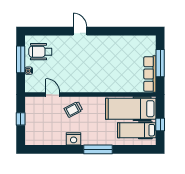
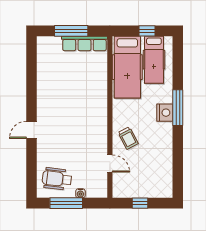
wheelchair: (40, 52) -> (57, 179), turned 97
door: (53, 95) -> (110, 164), swing flipped
nightstand: (74, 139) -> (165, 113), moved

